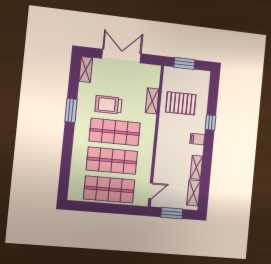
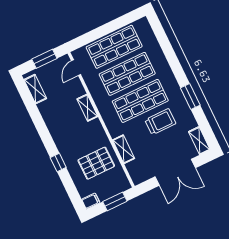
filing cabinet: (197, 139) -> (91, 201), moved
shelving: (196, 167) -> (87, 108), moved

